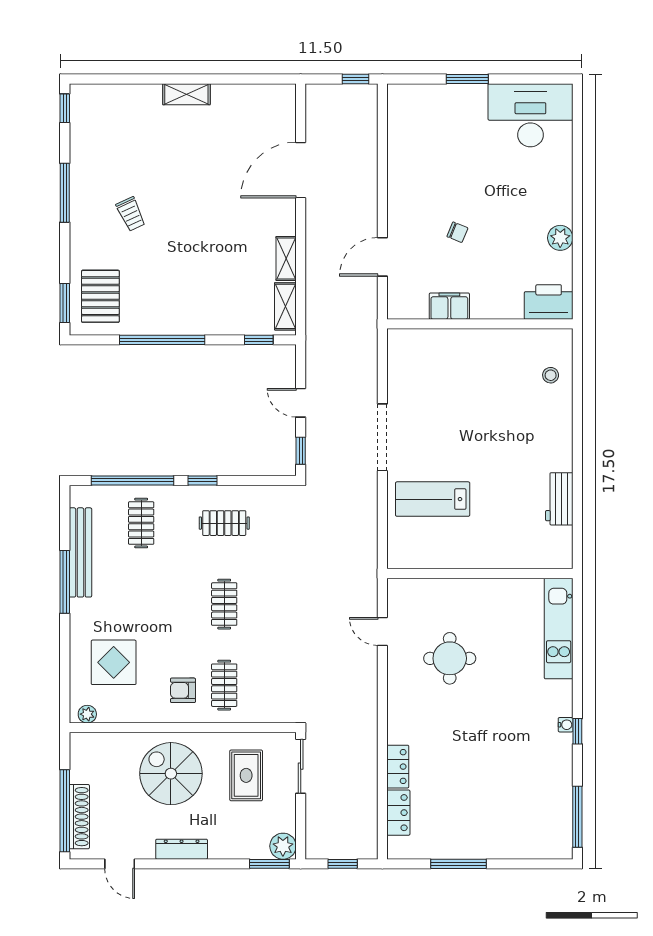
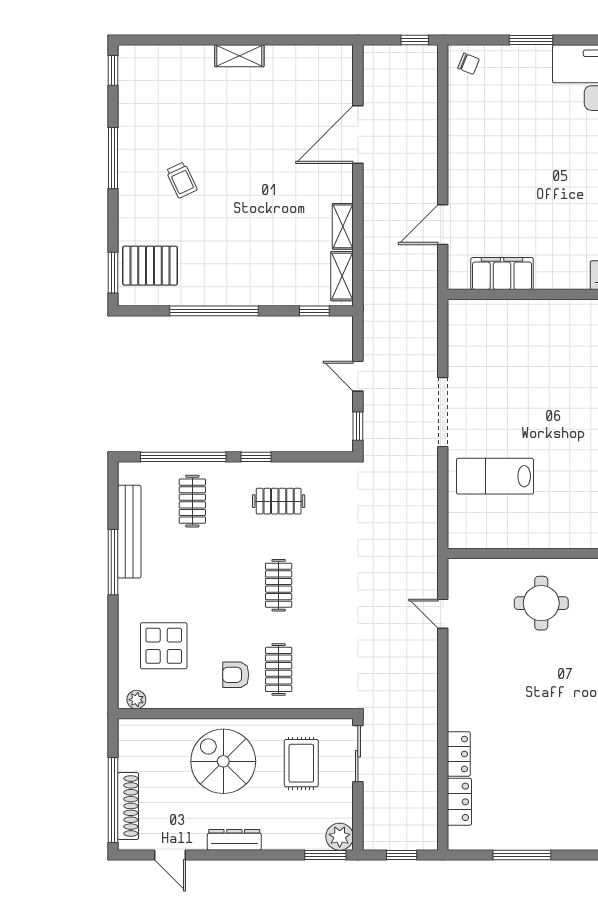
chair: (457, 232) -> (469, 64), moved
pallet: (100, 296) -> (150, 266), turned 90
filing cabinet: (449, 306) -> (502, 274), width x1.50, depth x1.17
round table: (450, 658) -> (541, 603), moved

